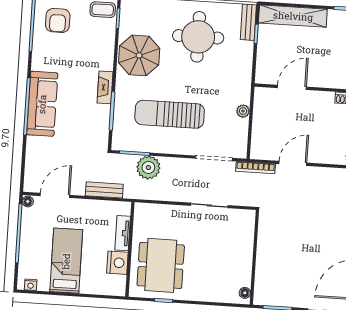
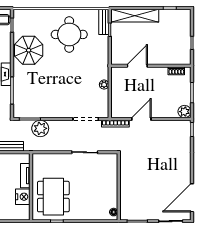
sun lounger: (170, 114) -> (53, 90), removed

